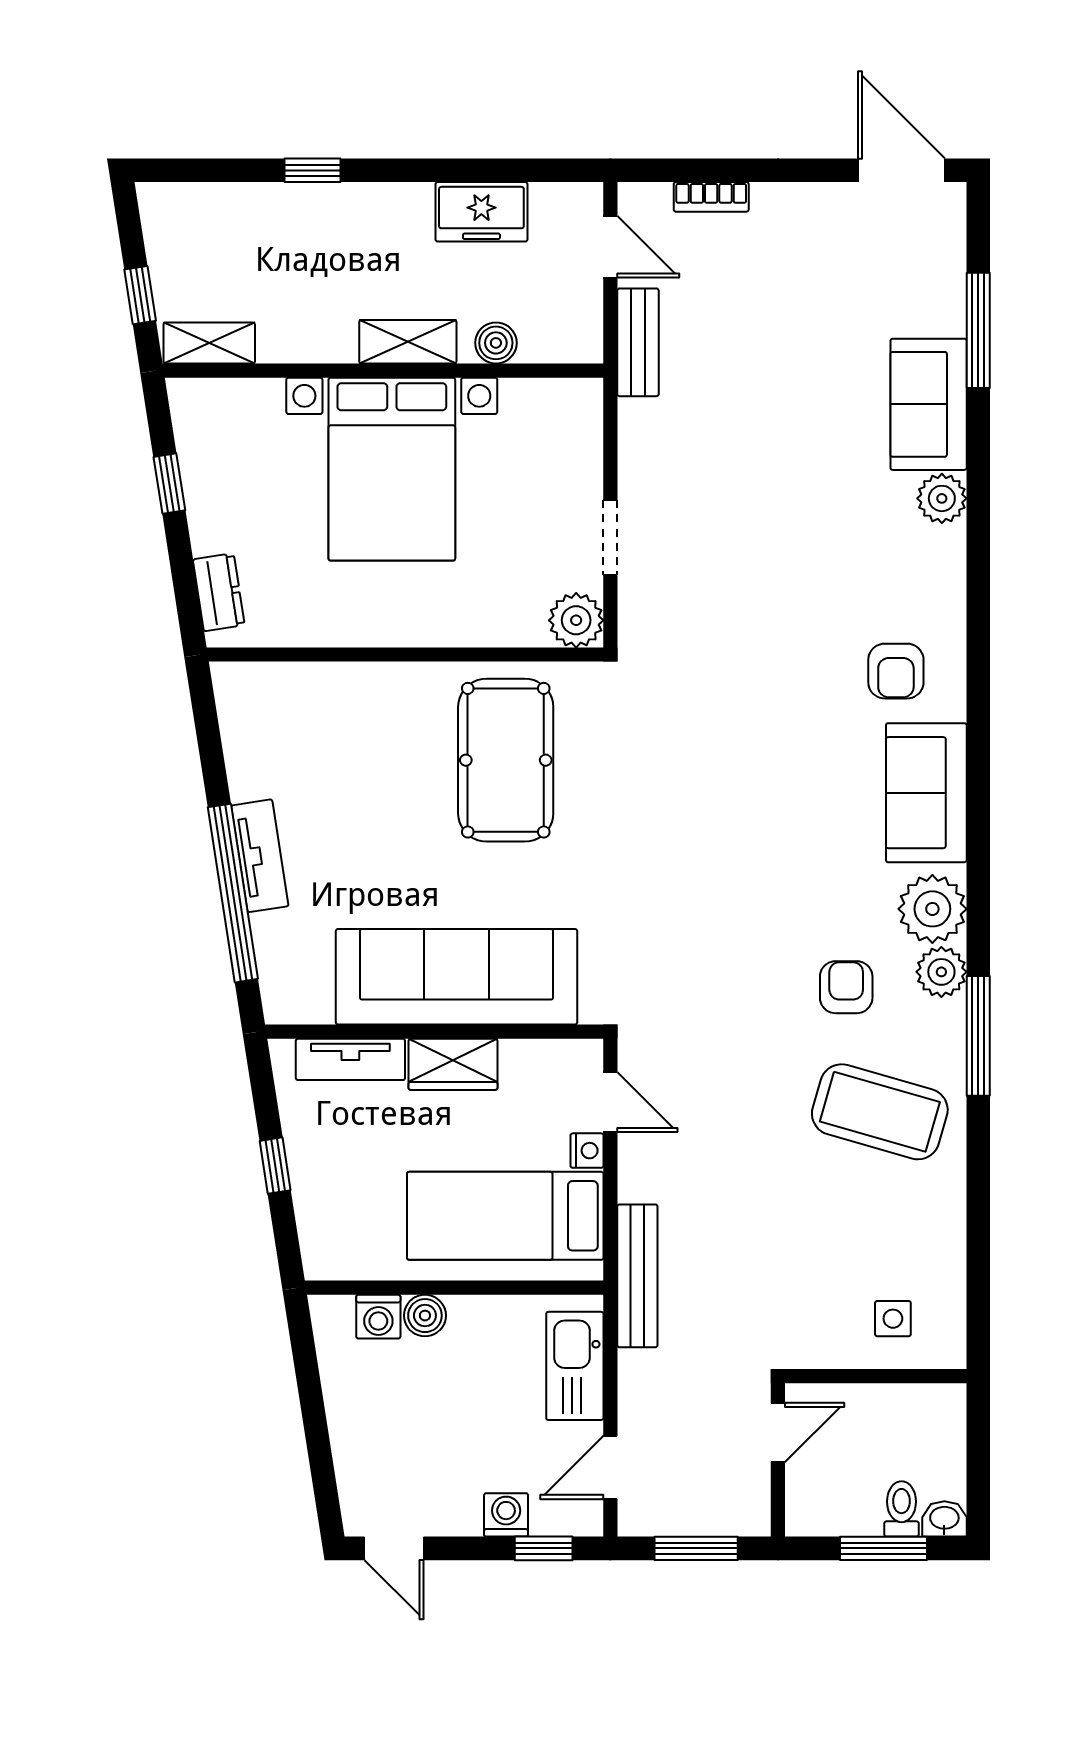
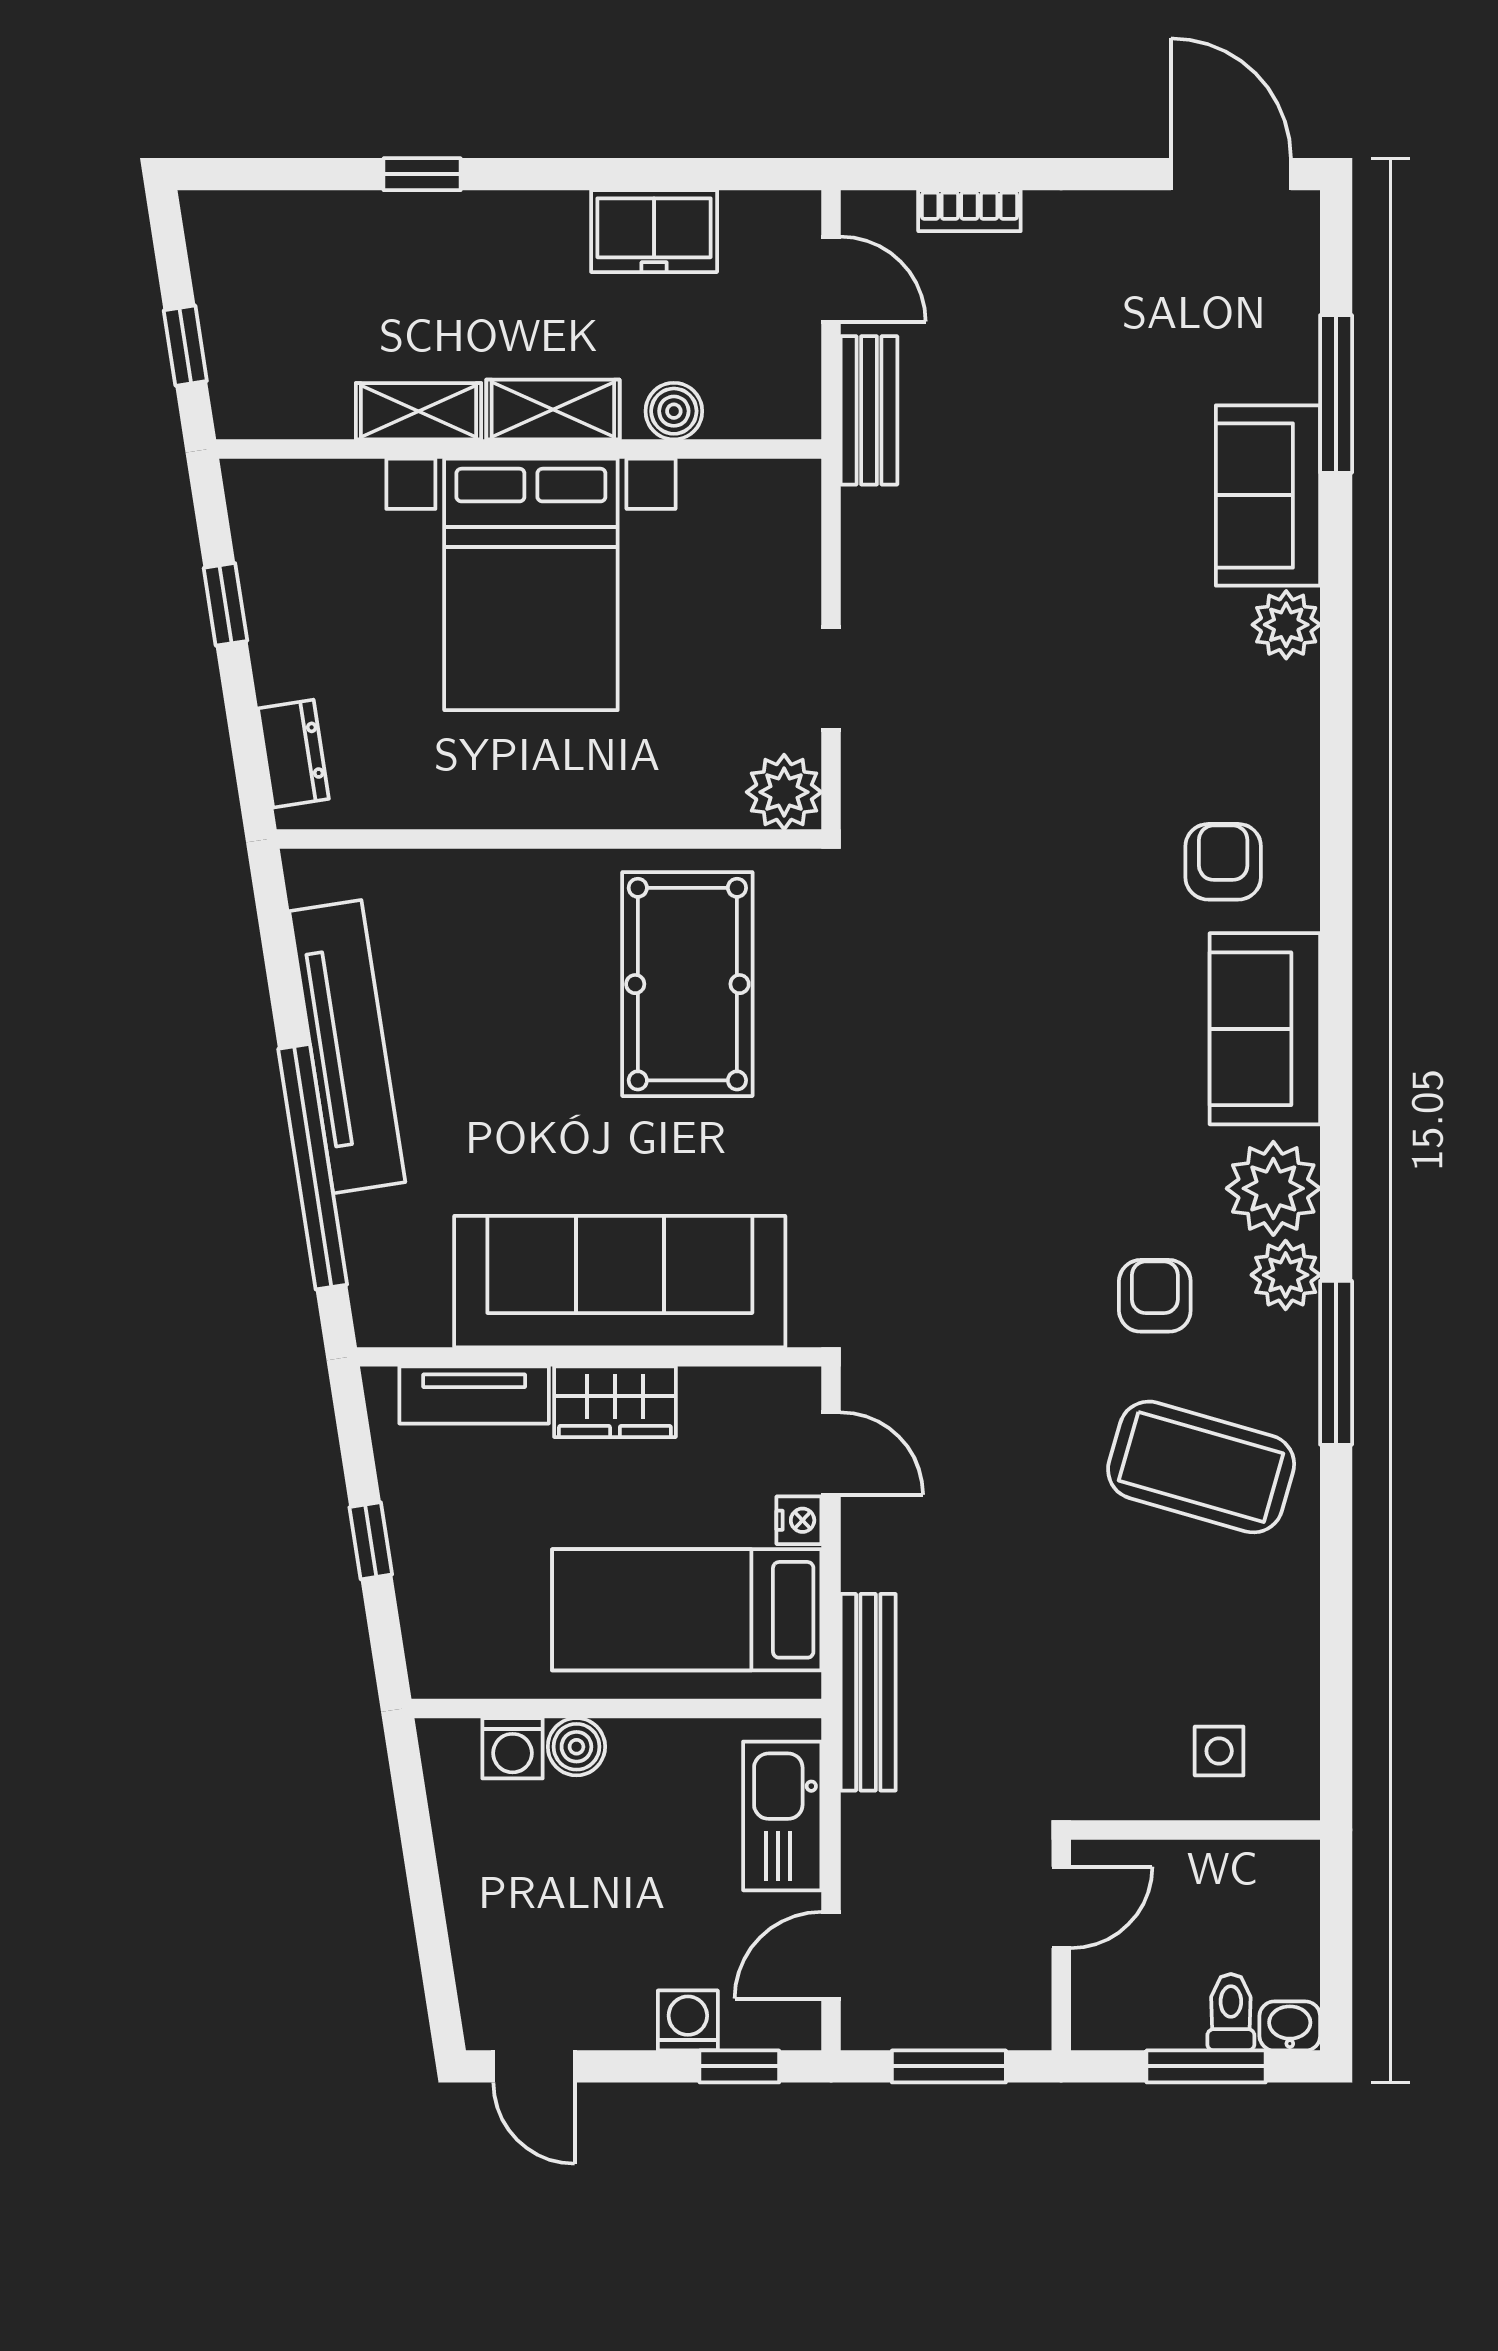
shelving: (209, 343) -> (418, 411), moved
armchair: (896, 671) -> (1223, 862), turned 180
tv unit: (260, 856) -> (347, 1047), width x1.92, depth x1.29

